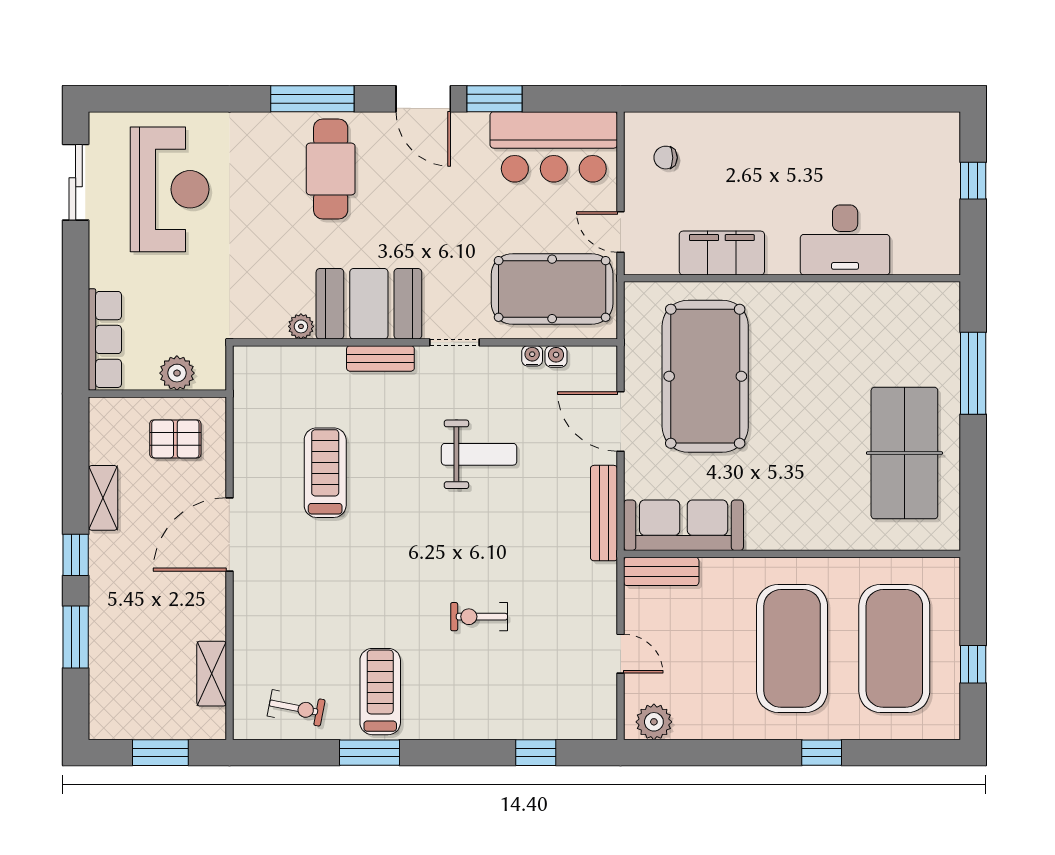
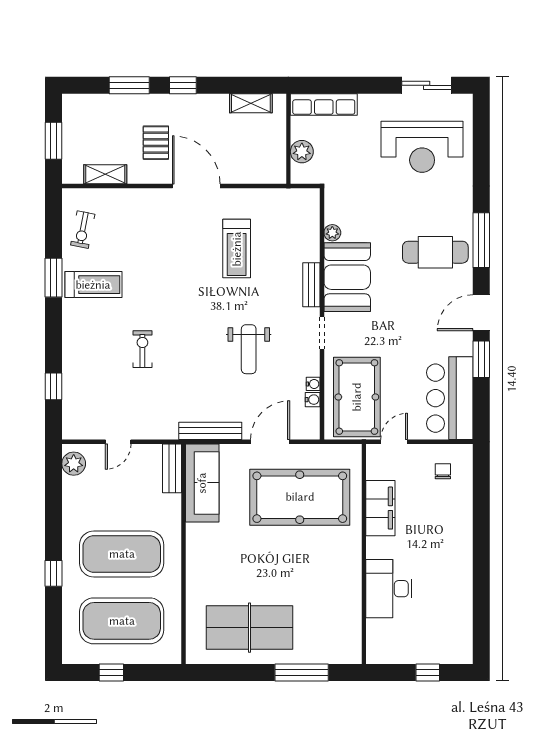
pallet: (175, 439) -> (156, 143), moved
treadmill: (325, 473) -> (237, 249), turned 90
shelving: (103, 498) -> (251, 103), moved

